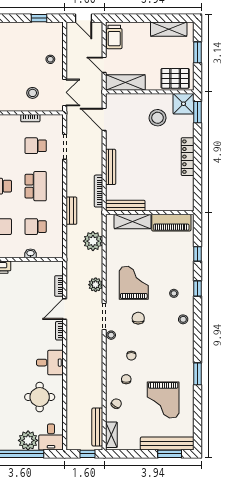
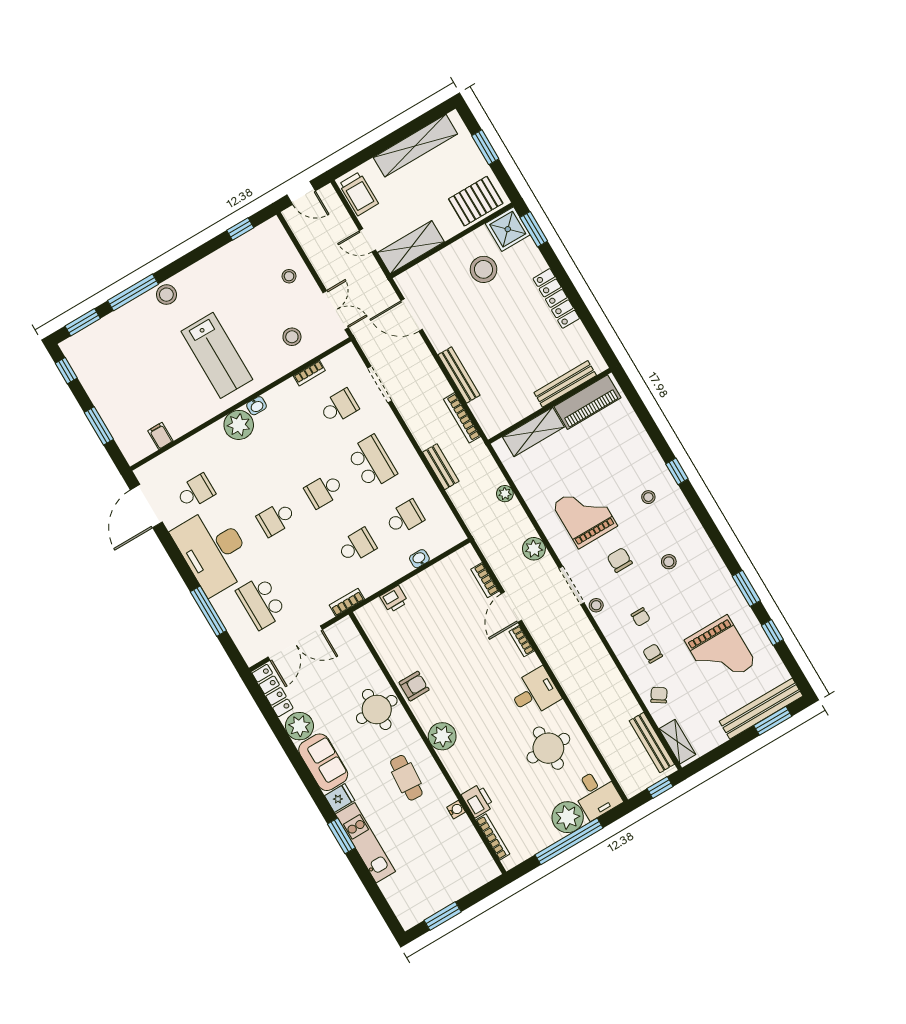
shelving: (169, 29) -> (415, 146), width x1.47
school desk: (36, 146) -> (339, 407), turned 180
bench: (125, 206) -> (565, 384), moved
school desk: (36, 227) -> (405, 518), turned 180
plant: (93, 241) -> (505, 494), width x0.53, depth x0.53
window: (198, 254) -> (772, 632), moved
stool: (183, 319) -> (669, 562), moved

